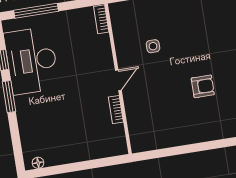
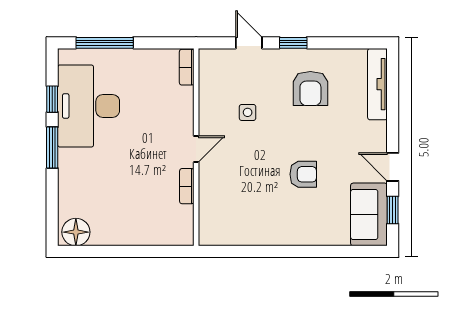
armchair: (198, 20) -> (310, 89), added
floor lamp: (38, 163) -> (76, 232), width x1.89, depth x1.89

